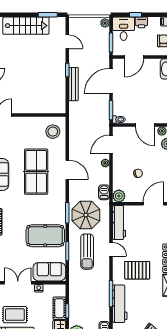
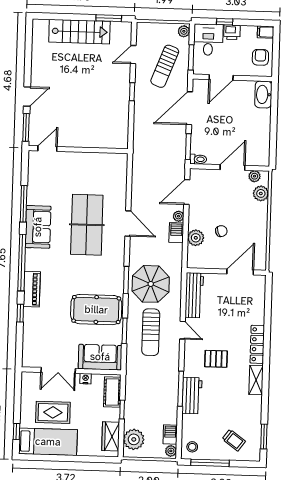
door: (67, 42) -> (133, 55), swing flipped
sun lounger: (91, 50) -> (165, 66), added
bench: (74, 84) -> (140, 111), removed
door: (145, 125) -> (232, 167), swing flipped
stool: (53, 132) -> (111, 172), removed
barbecue: (104, 192) -> (176, 233), moved
plant: (119, 196) -> (196, 238), moved
pallet: (137, 270) -> (216, 359), width x0.67, depth x0.71
double door: (18, 283) -> (58, 370), swing flipped
workbench: (120, 304) -> (192, 396), width x0.73
cot: (59, 308) -> (112, 392), moved

